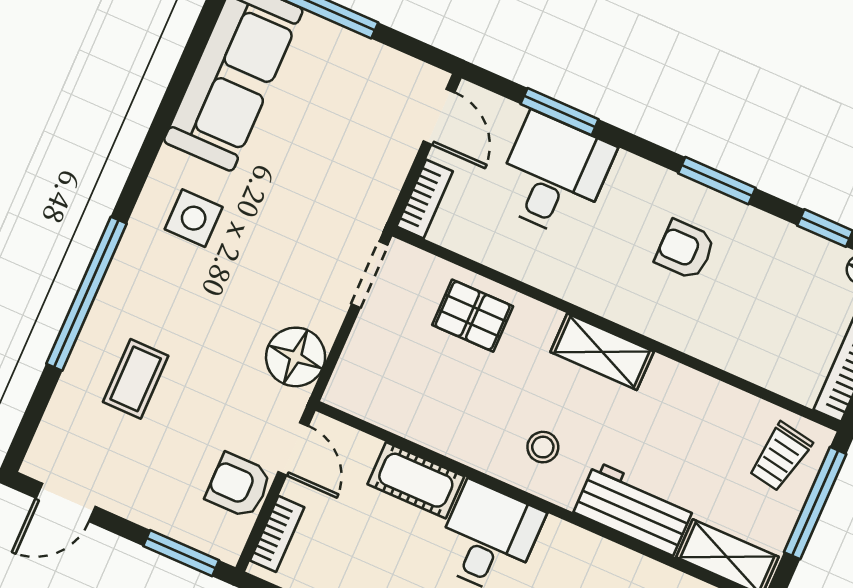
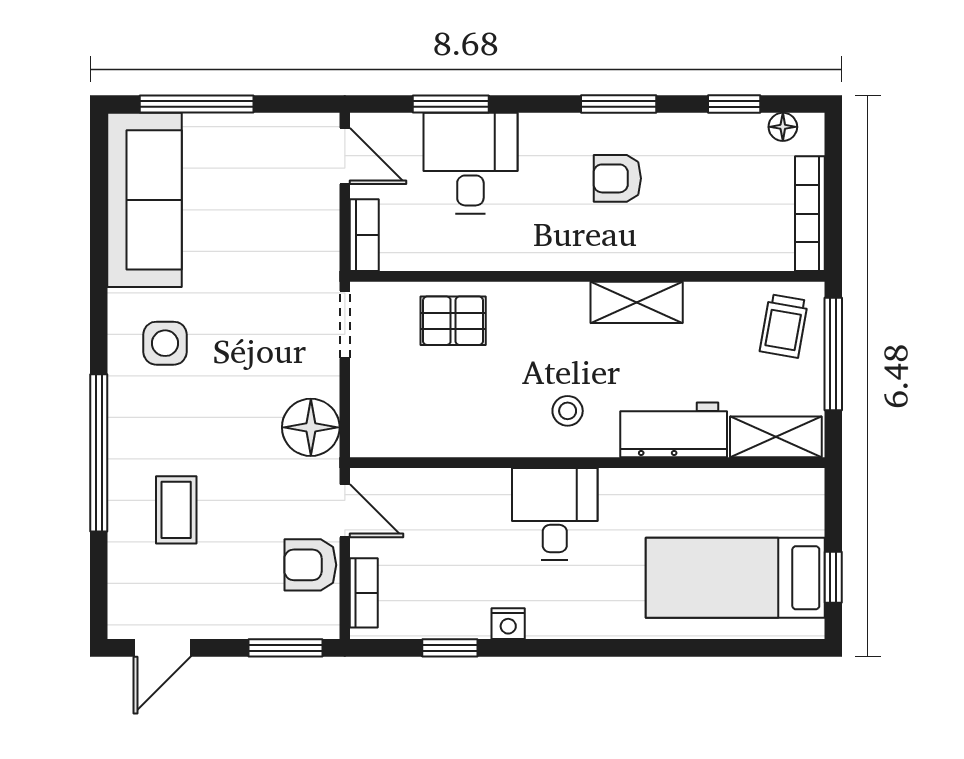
shelving: (602, 352) -> (637, 302), moved
cot: (416, 480) -> (467, 490), removed

